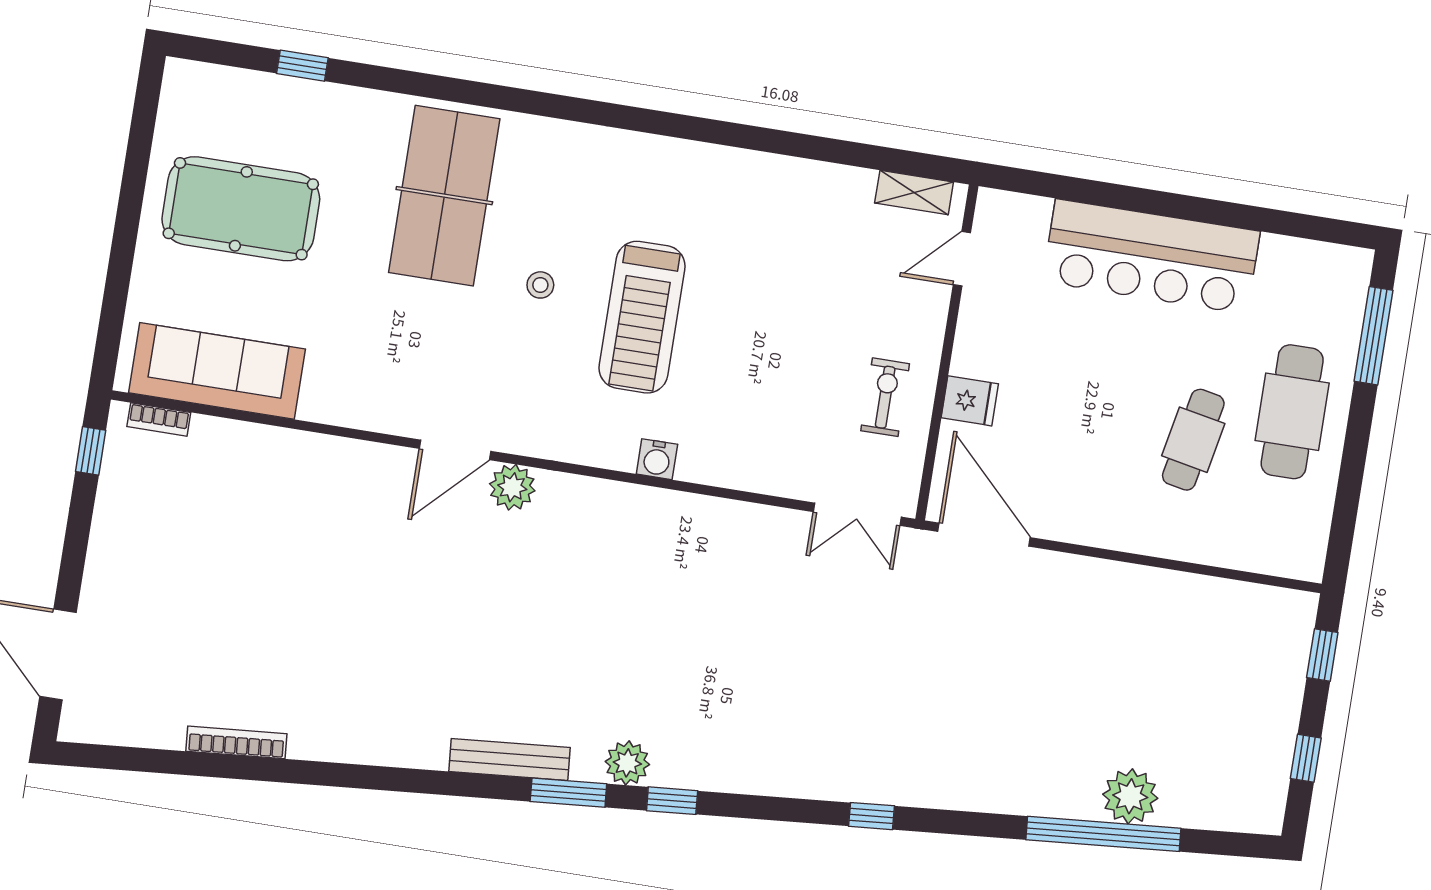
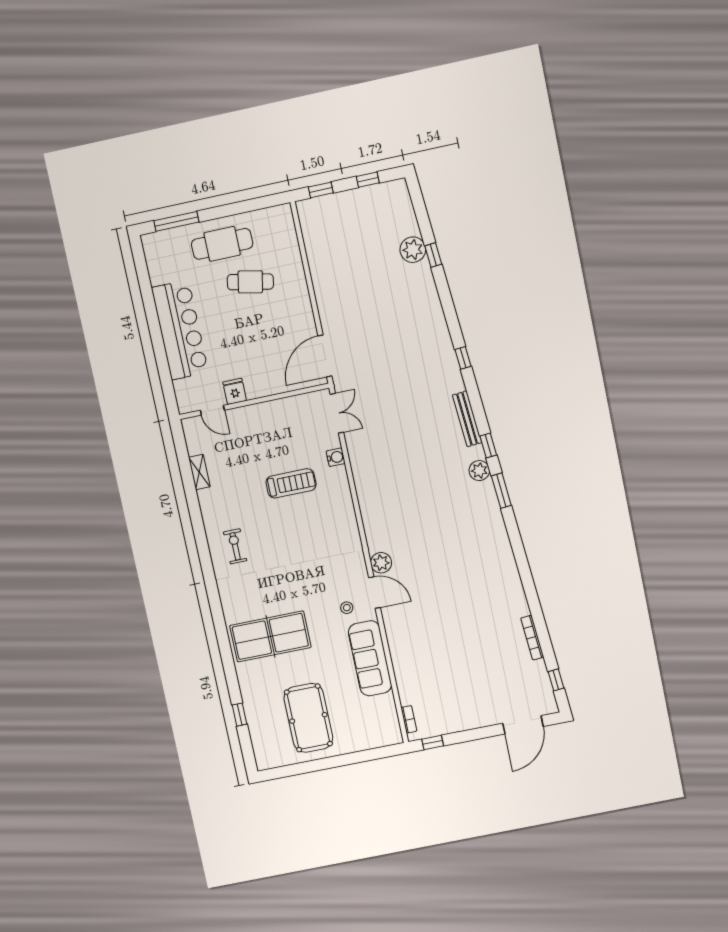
shelving: (914, 193) -> (199, 472), moved
stool: (540, 285) -> (347, 608), moved
treadmill: (642, 317) -> (291, 483), moved, width x0.73, depth x0.73
sofa: (217, 371) -> (370, 658), moved
exercise bike: (885, 397) -> (235, 546), moved, turned 90
fridge: (970, 401) -> (235, 391), moved
water cooler: (657, 459) -> (336, 457), moved
window: (128, 759) -> (556, 680), added
bench: (509, 760) -> (467, 419), moved
window: (1103, 834) -> (433, 255), width x0.32

